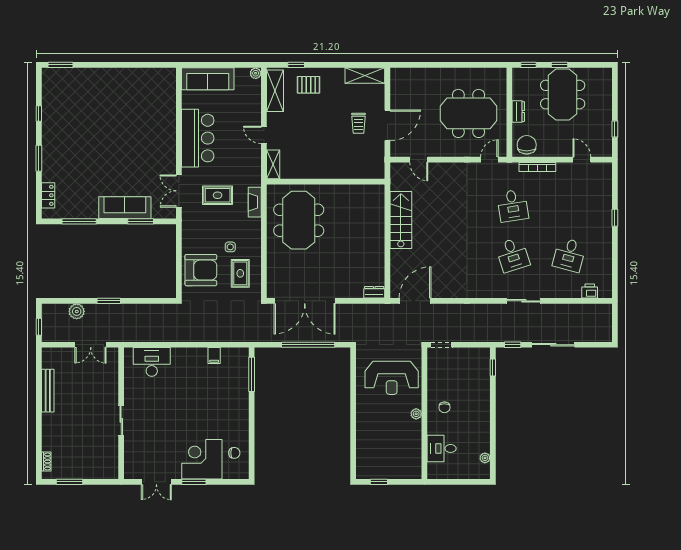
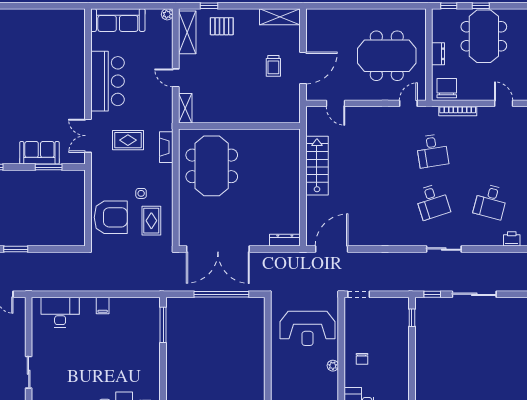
sofa: (125, 208) -> (39, 153), width x0.73
dresser: (374, 292) -> (285, 240), width x1.44
filing cabinet: (214, 356) -> (103, 305), moved

